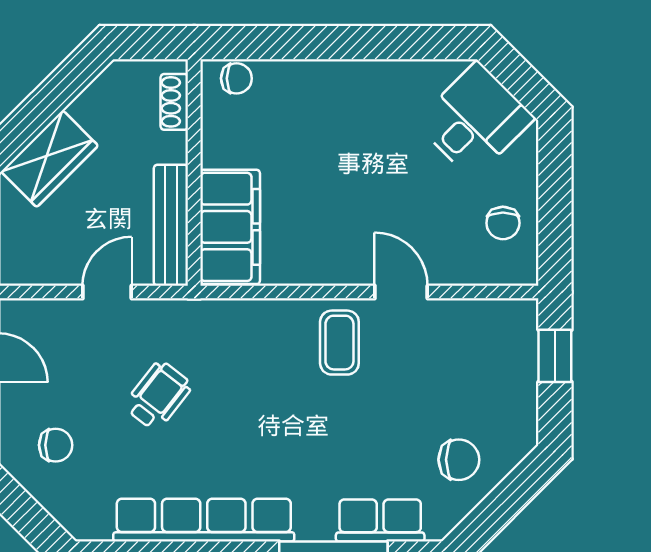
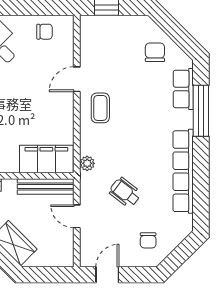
plant: (221, 314) -> (87, 163), added
coffee table: (339, 343) -> (100, 108), turned 90
chair: (56, 445) -> (148, 240), turned 180

